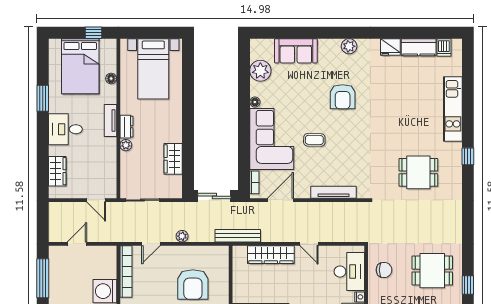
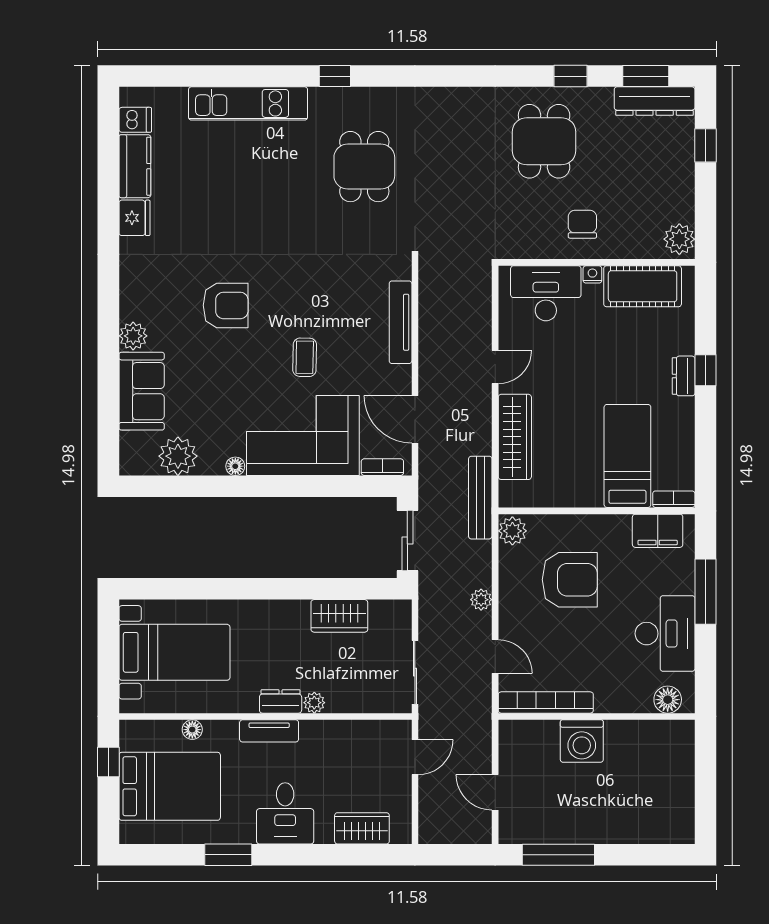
plant: (349, 46) -> (133, 336), moved
plant: (220, 253) -> (512, 531), added
chair: (384, 270) -> (582, 224), moved

